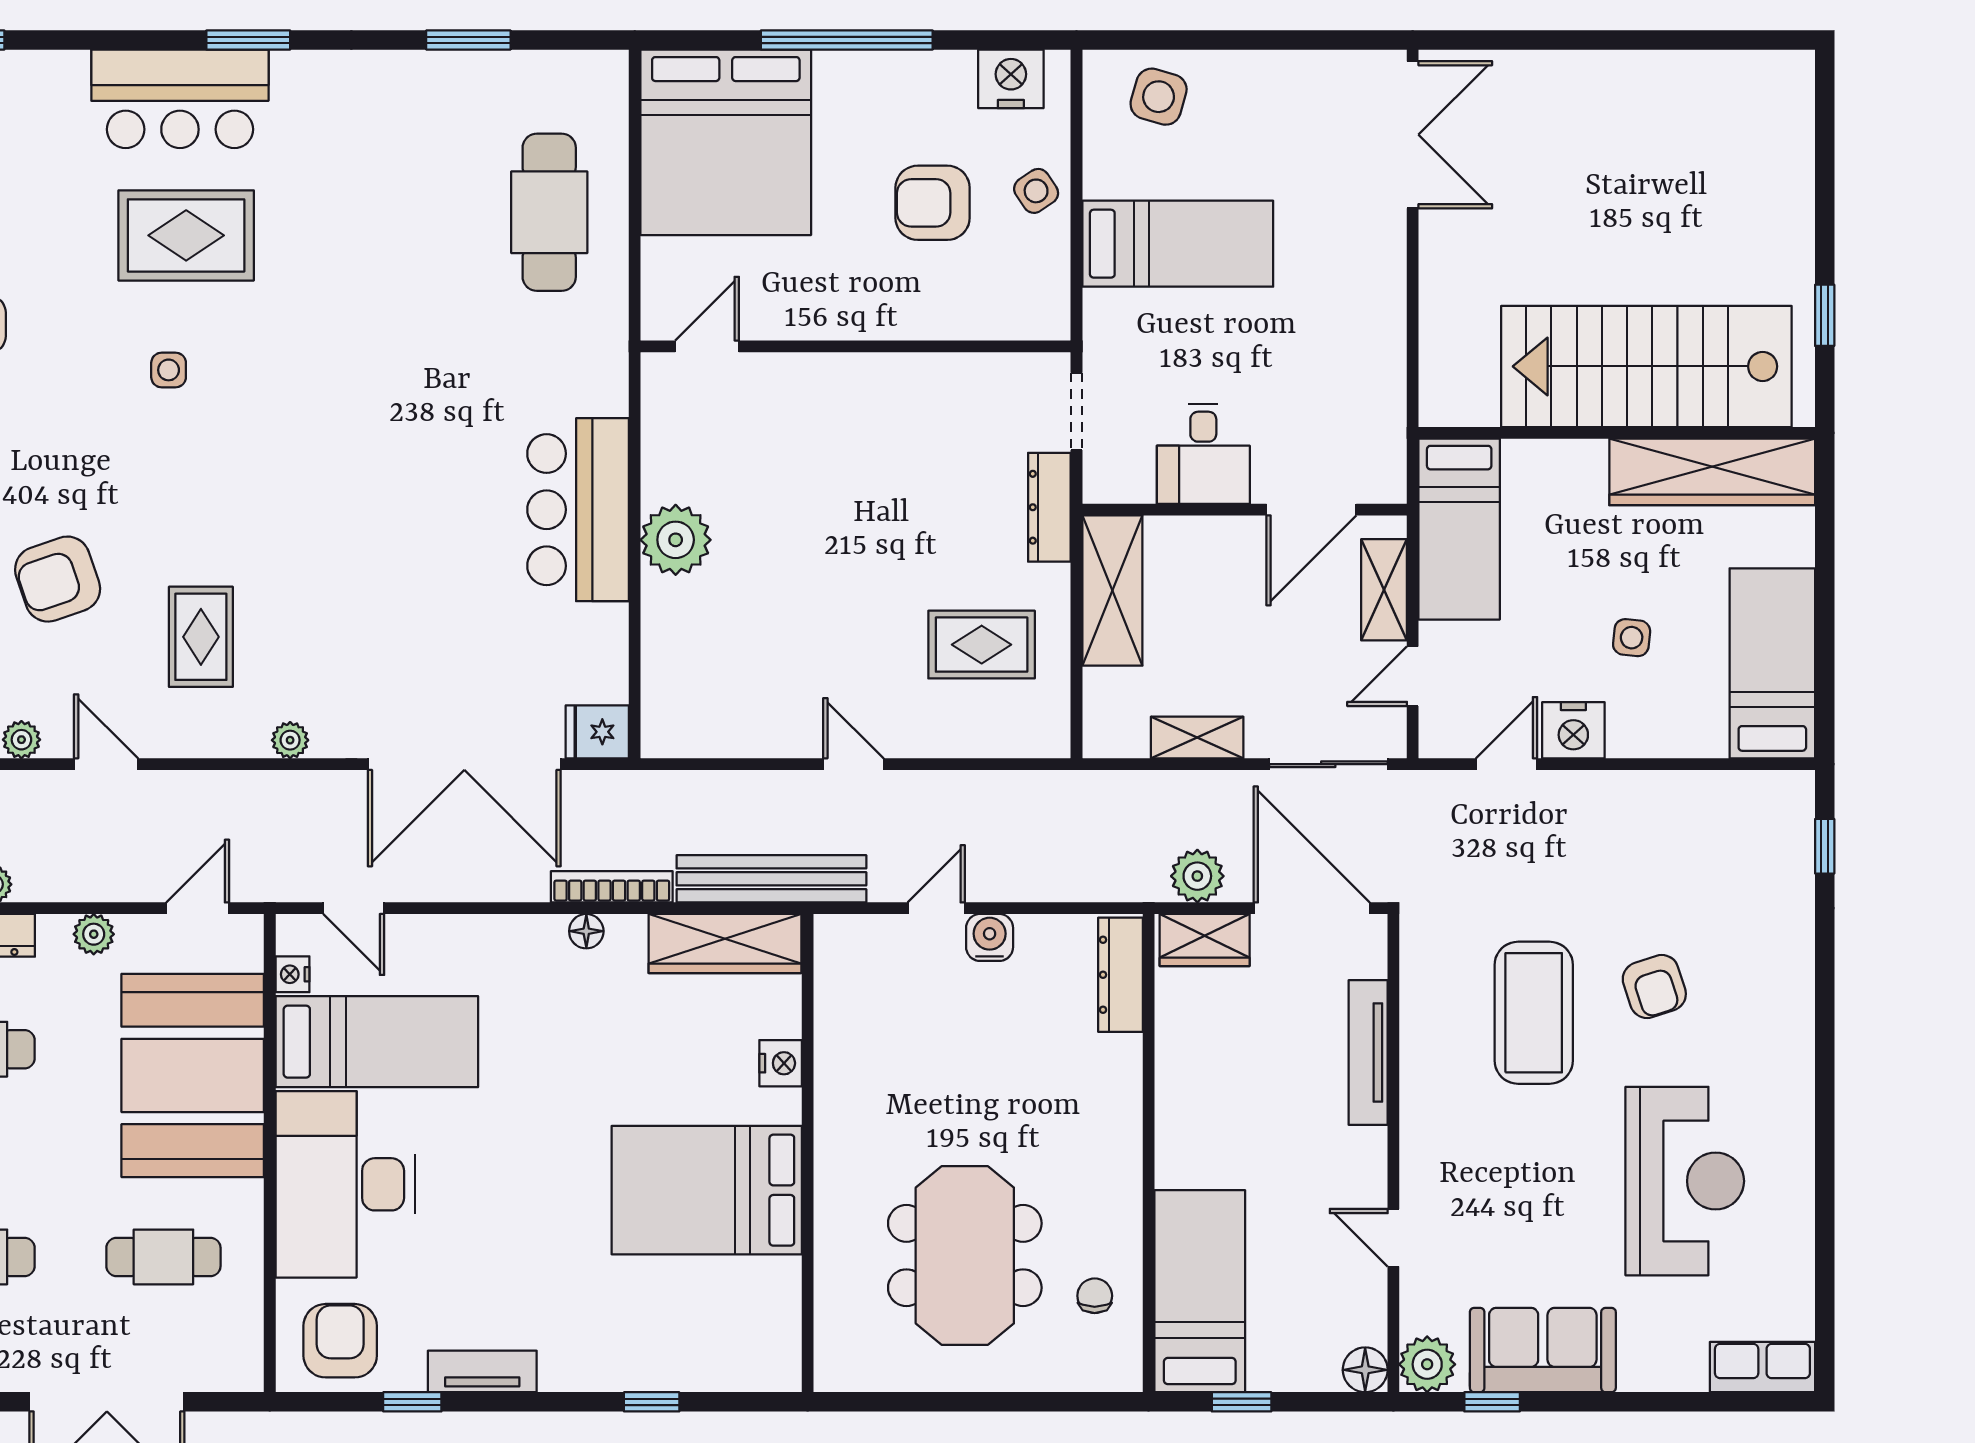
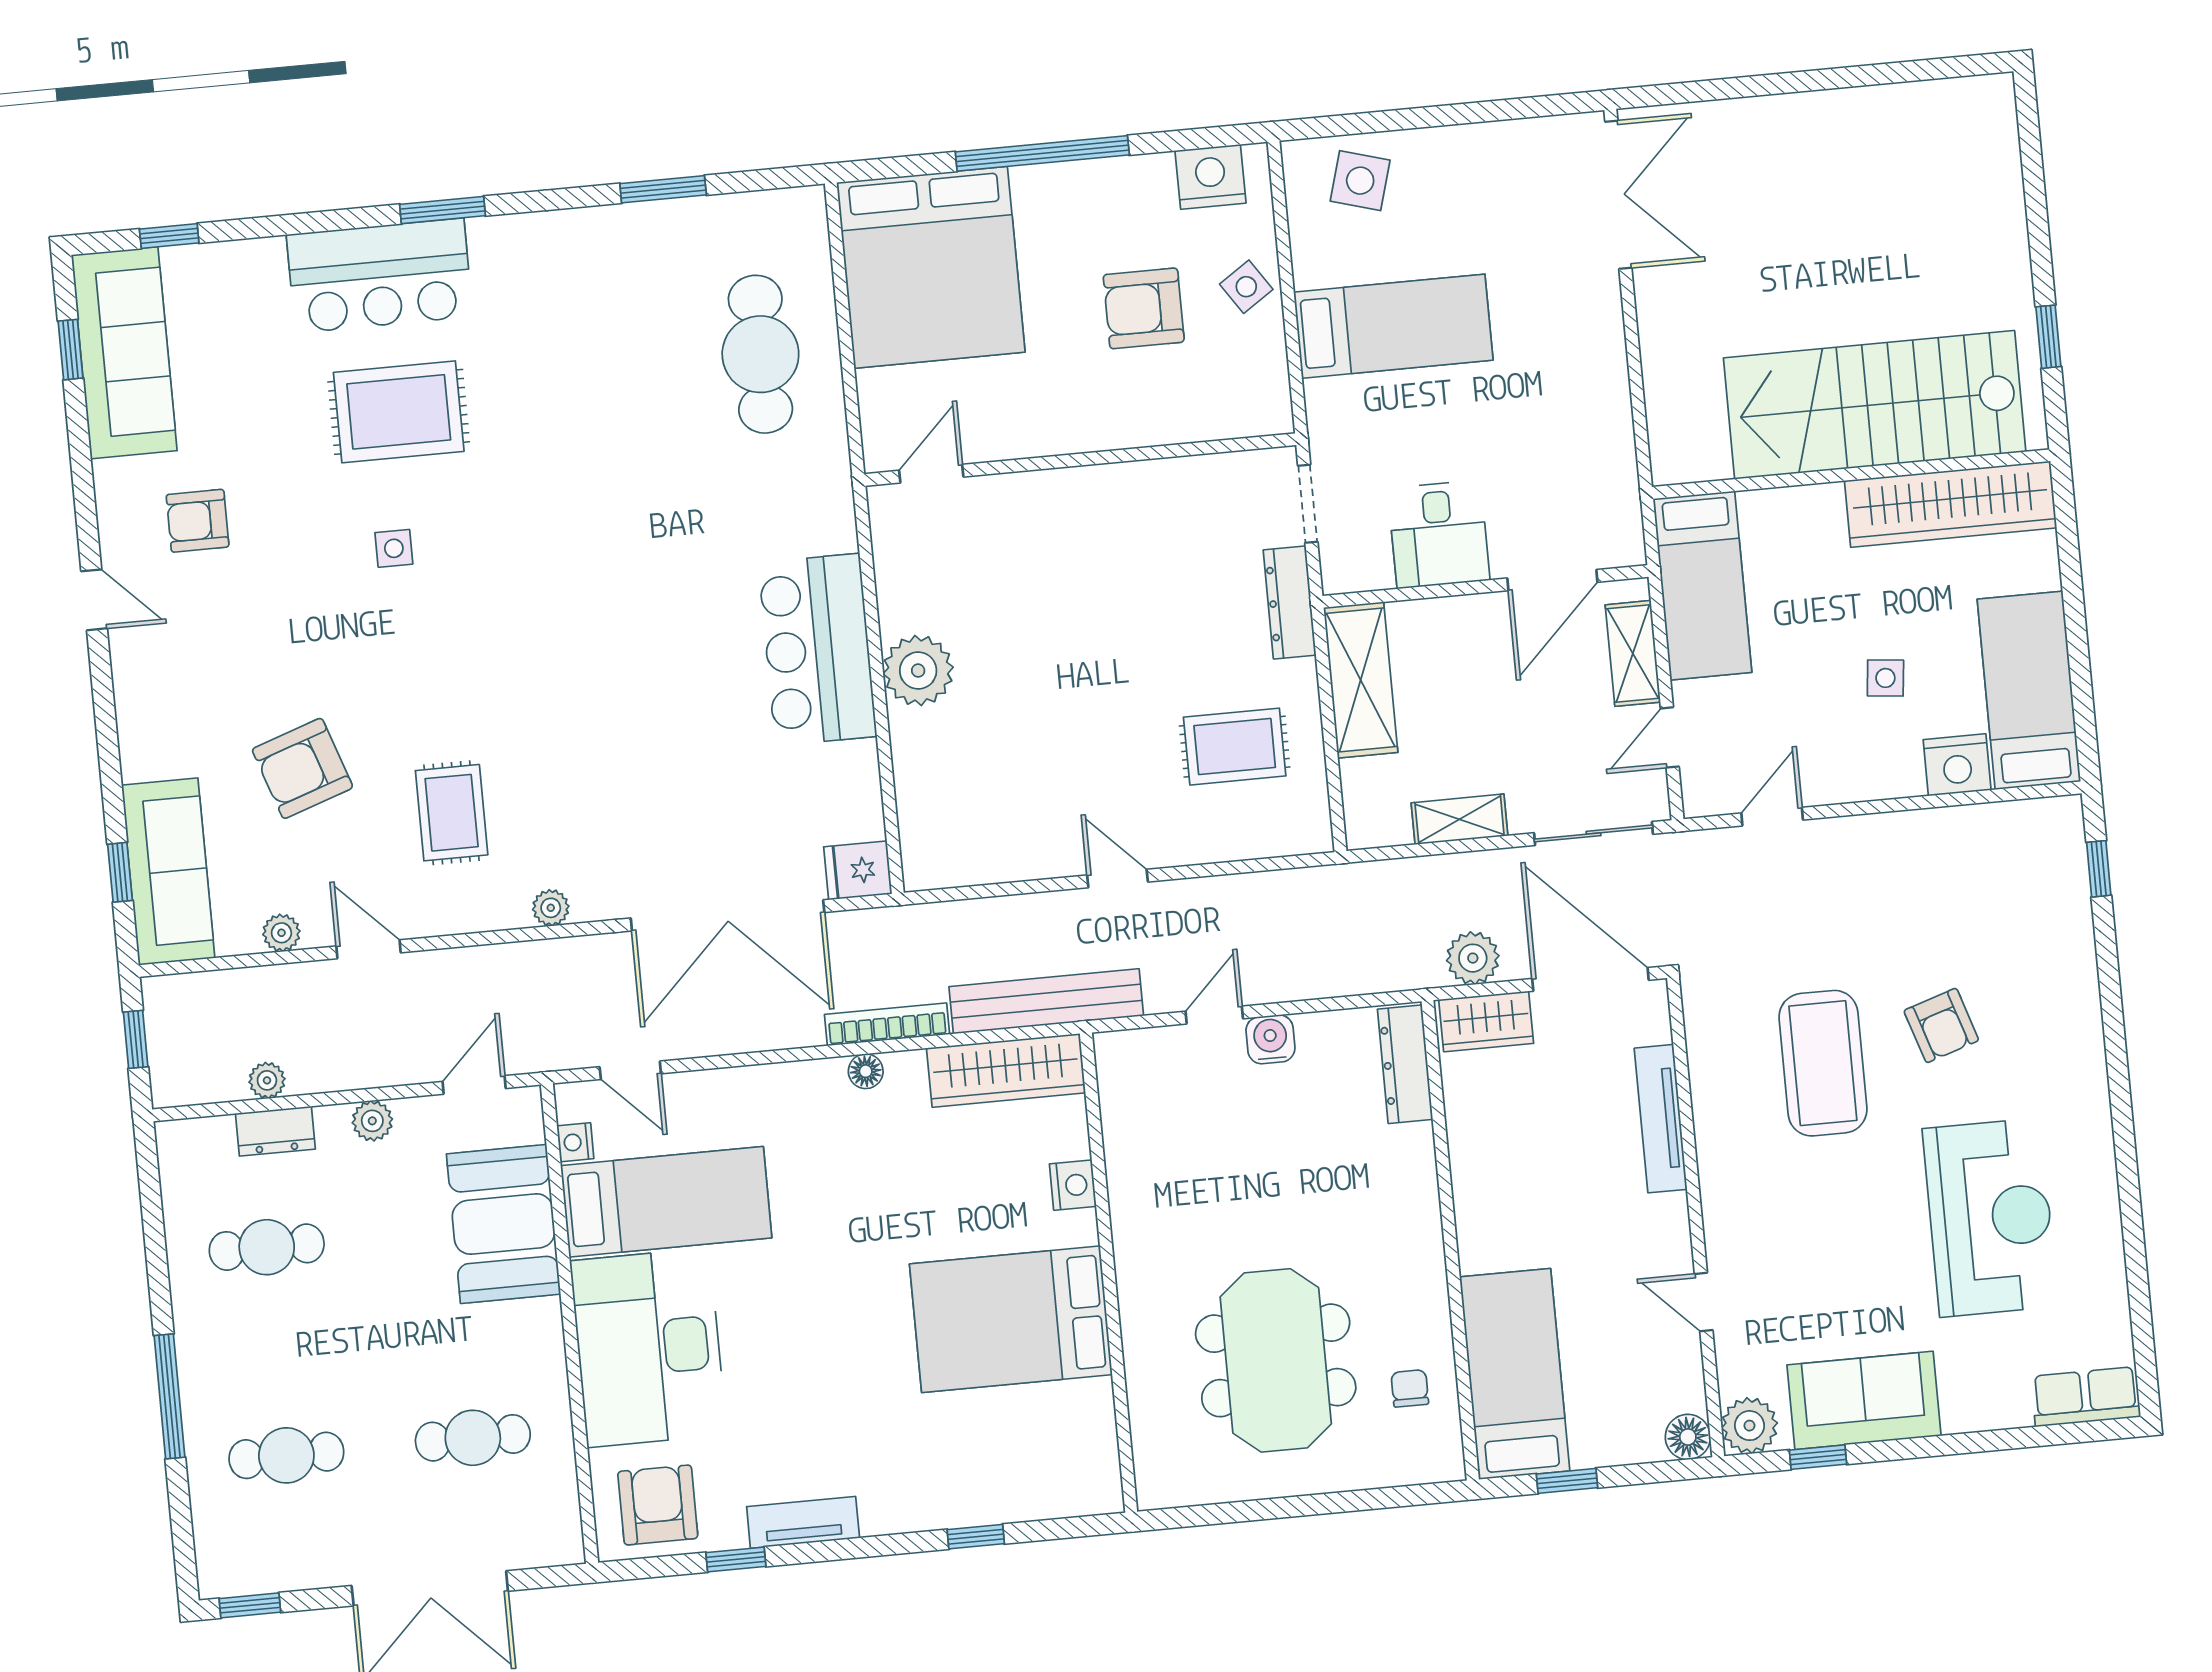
nightstand: (1573, 730) -> (1957, 765), moved
booth: (193, 1075) -> (504, 1224), width x0.73, depth x0.70

